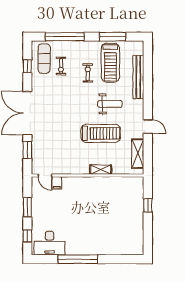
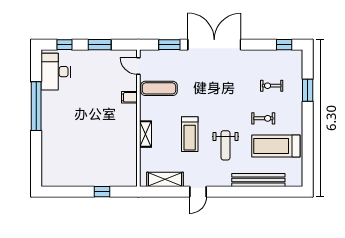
window: (65, 37) -> (308, 90), width x0.47
window: (112, 37) -> (308, 148), removed
exercise mat: (44, 59) -> (159, 88), moved
window: (27, 66) -> (284, 45), moved
treadmill: (101, 133) -> (190, 134), width x0.73, depth x0.73
door: (45, 175) -> (138, 66), hinge flipped
filing cabinet: (57, 183) -> (129, 97), moved

